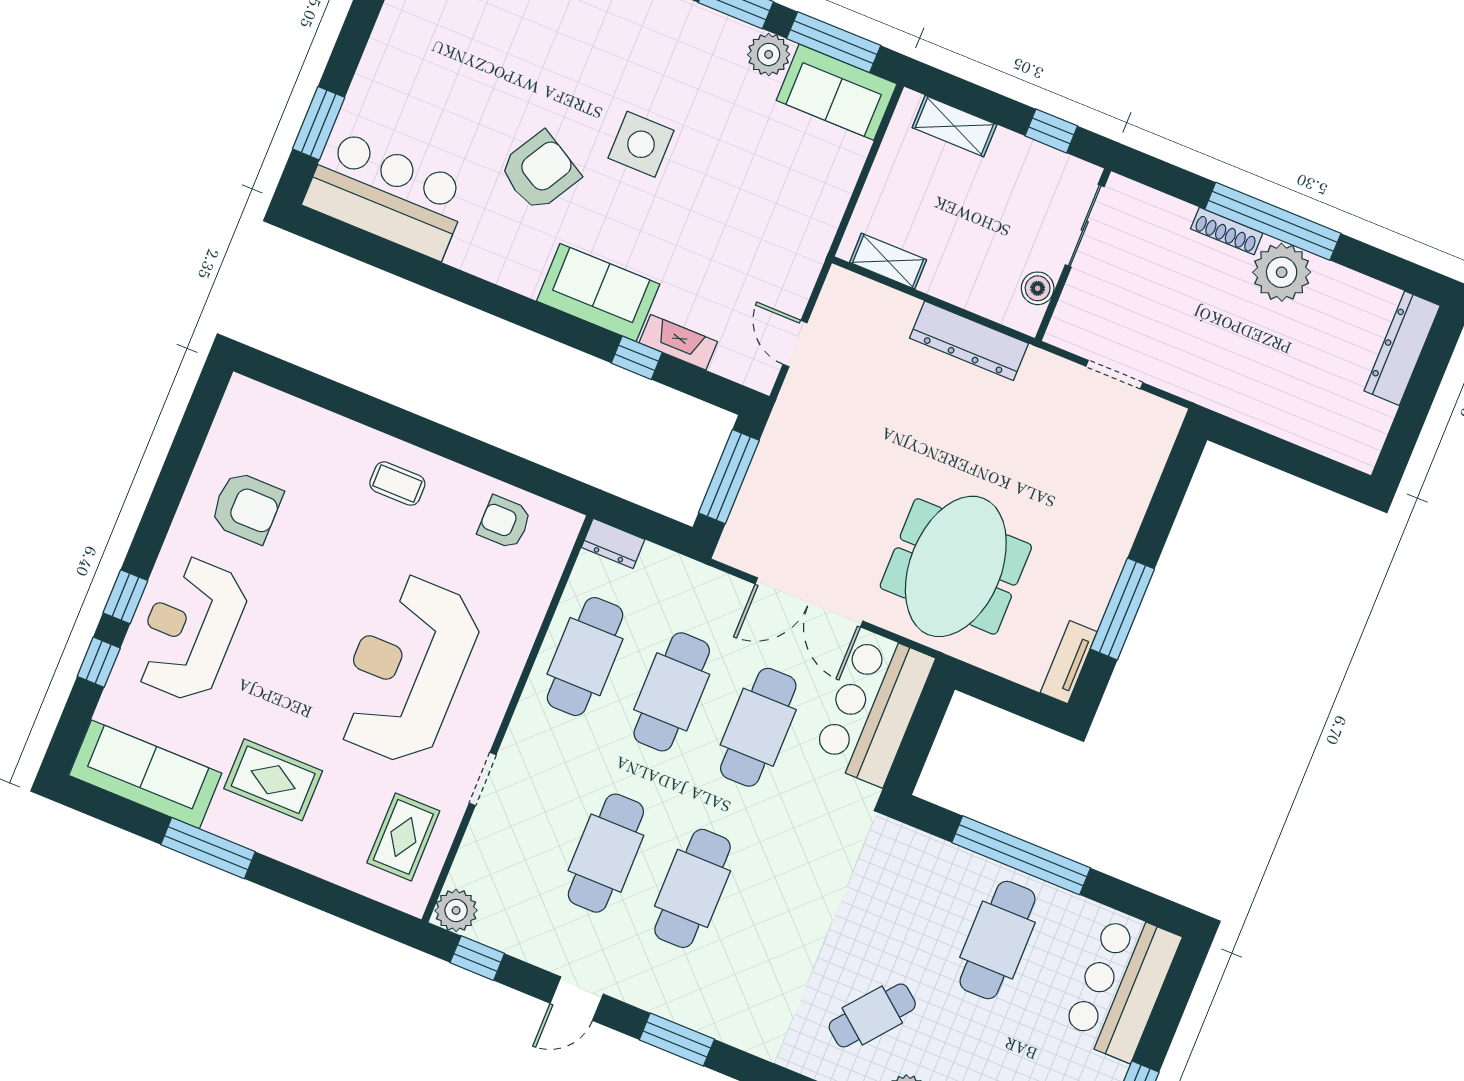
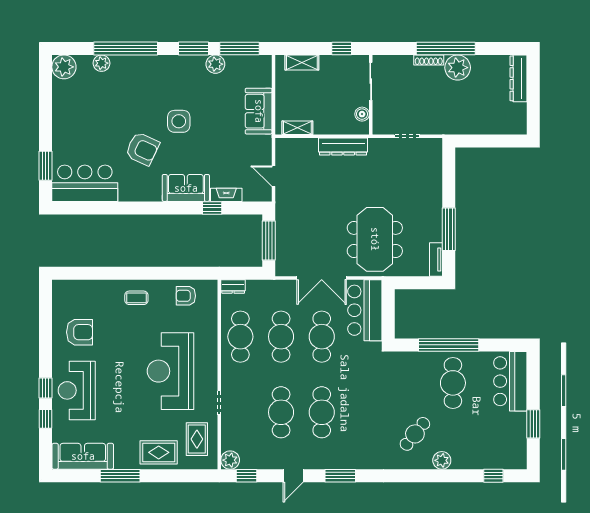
sofa: (837, 92) -> (259, 111), moved, turned 90
armchair: (540, 171) -> (142, 149), turned 85
rug: (273, 780) -> (159, 452), moved

